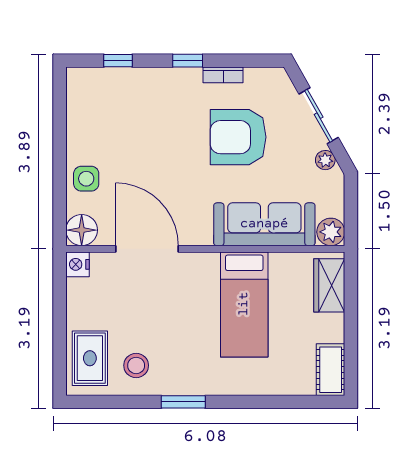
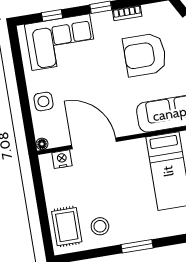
corner sofa: (124, 100) -> (61, 42), added
floor lamp: (82, 230) -> (42, 144), width x0.53, depth x0.53
nightstand: (78, 264) -> (62, 159), moved, turned 90

